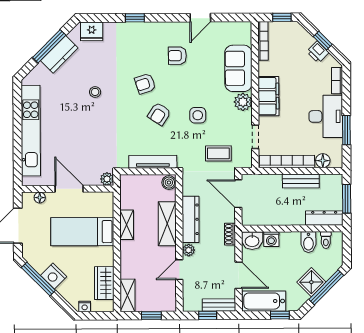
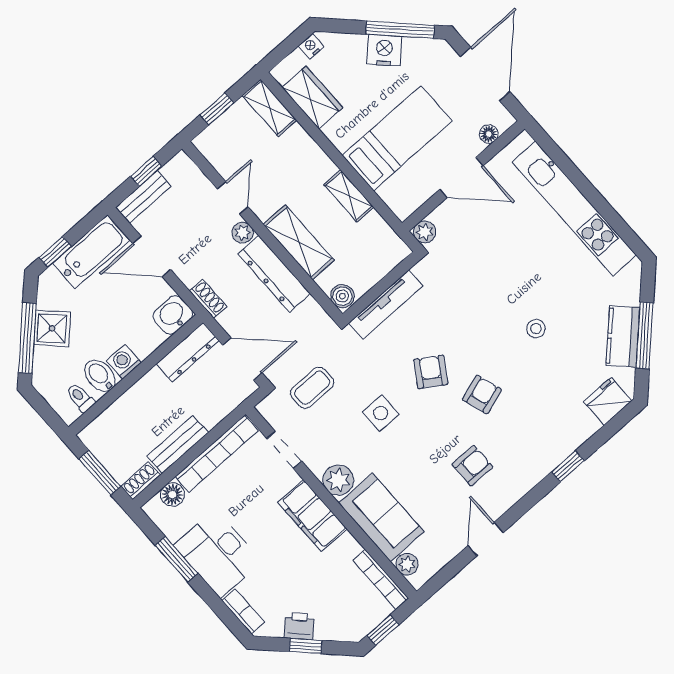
plant: (245, 37) -> (407, 564), added
shoe rack: (332, 179) -> (141, 481), added
dresser: (324, 218) -> (188, 352), moved
washing machine: (271, 239) -> (124, 362), moved

